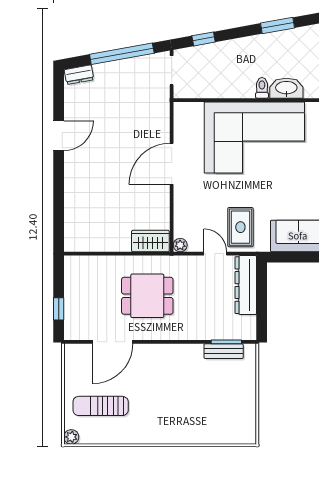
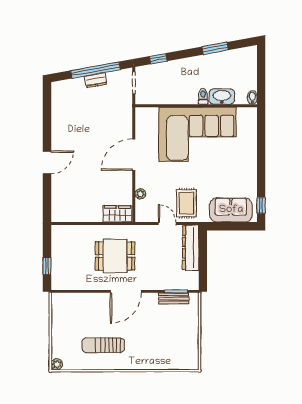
dresser: (79, 75) -> (96, 80), moved
door: (59, 136) -> (47, 162), moved
plant: (180, 245) -> (140, 194), moved
door: (113, 342) -> (126, 291), moved
sun lounger: (101, 406) -> (103, 345), moved

